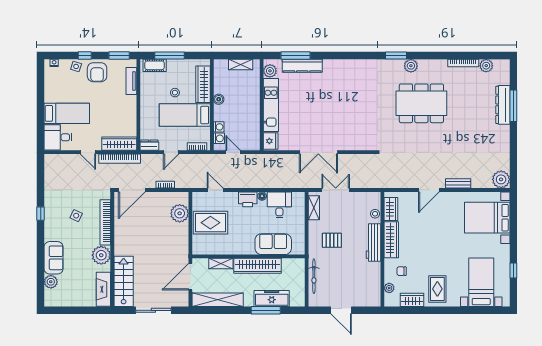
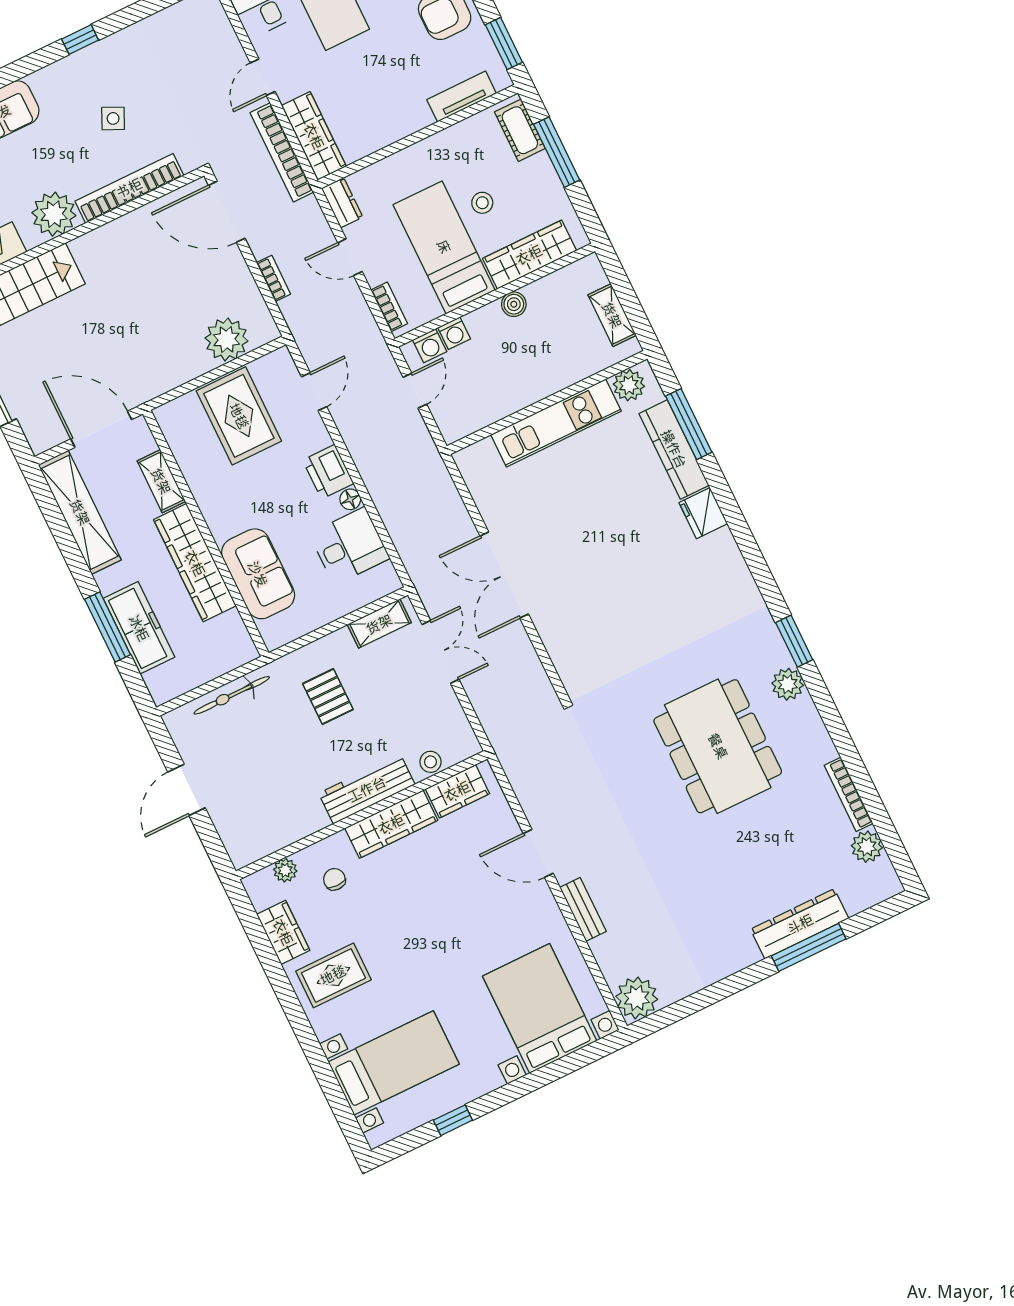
fridge: (271, 141) -> (703, 513), moved, turned 90

